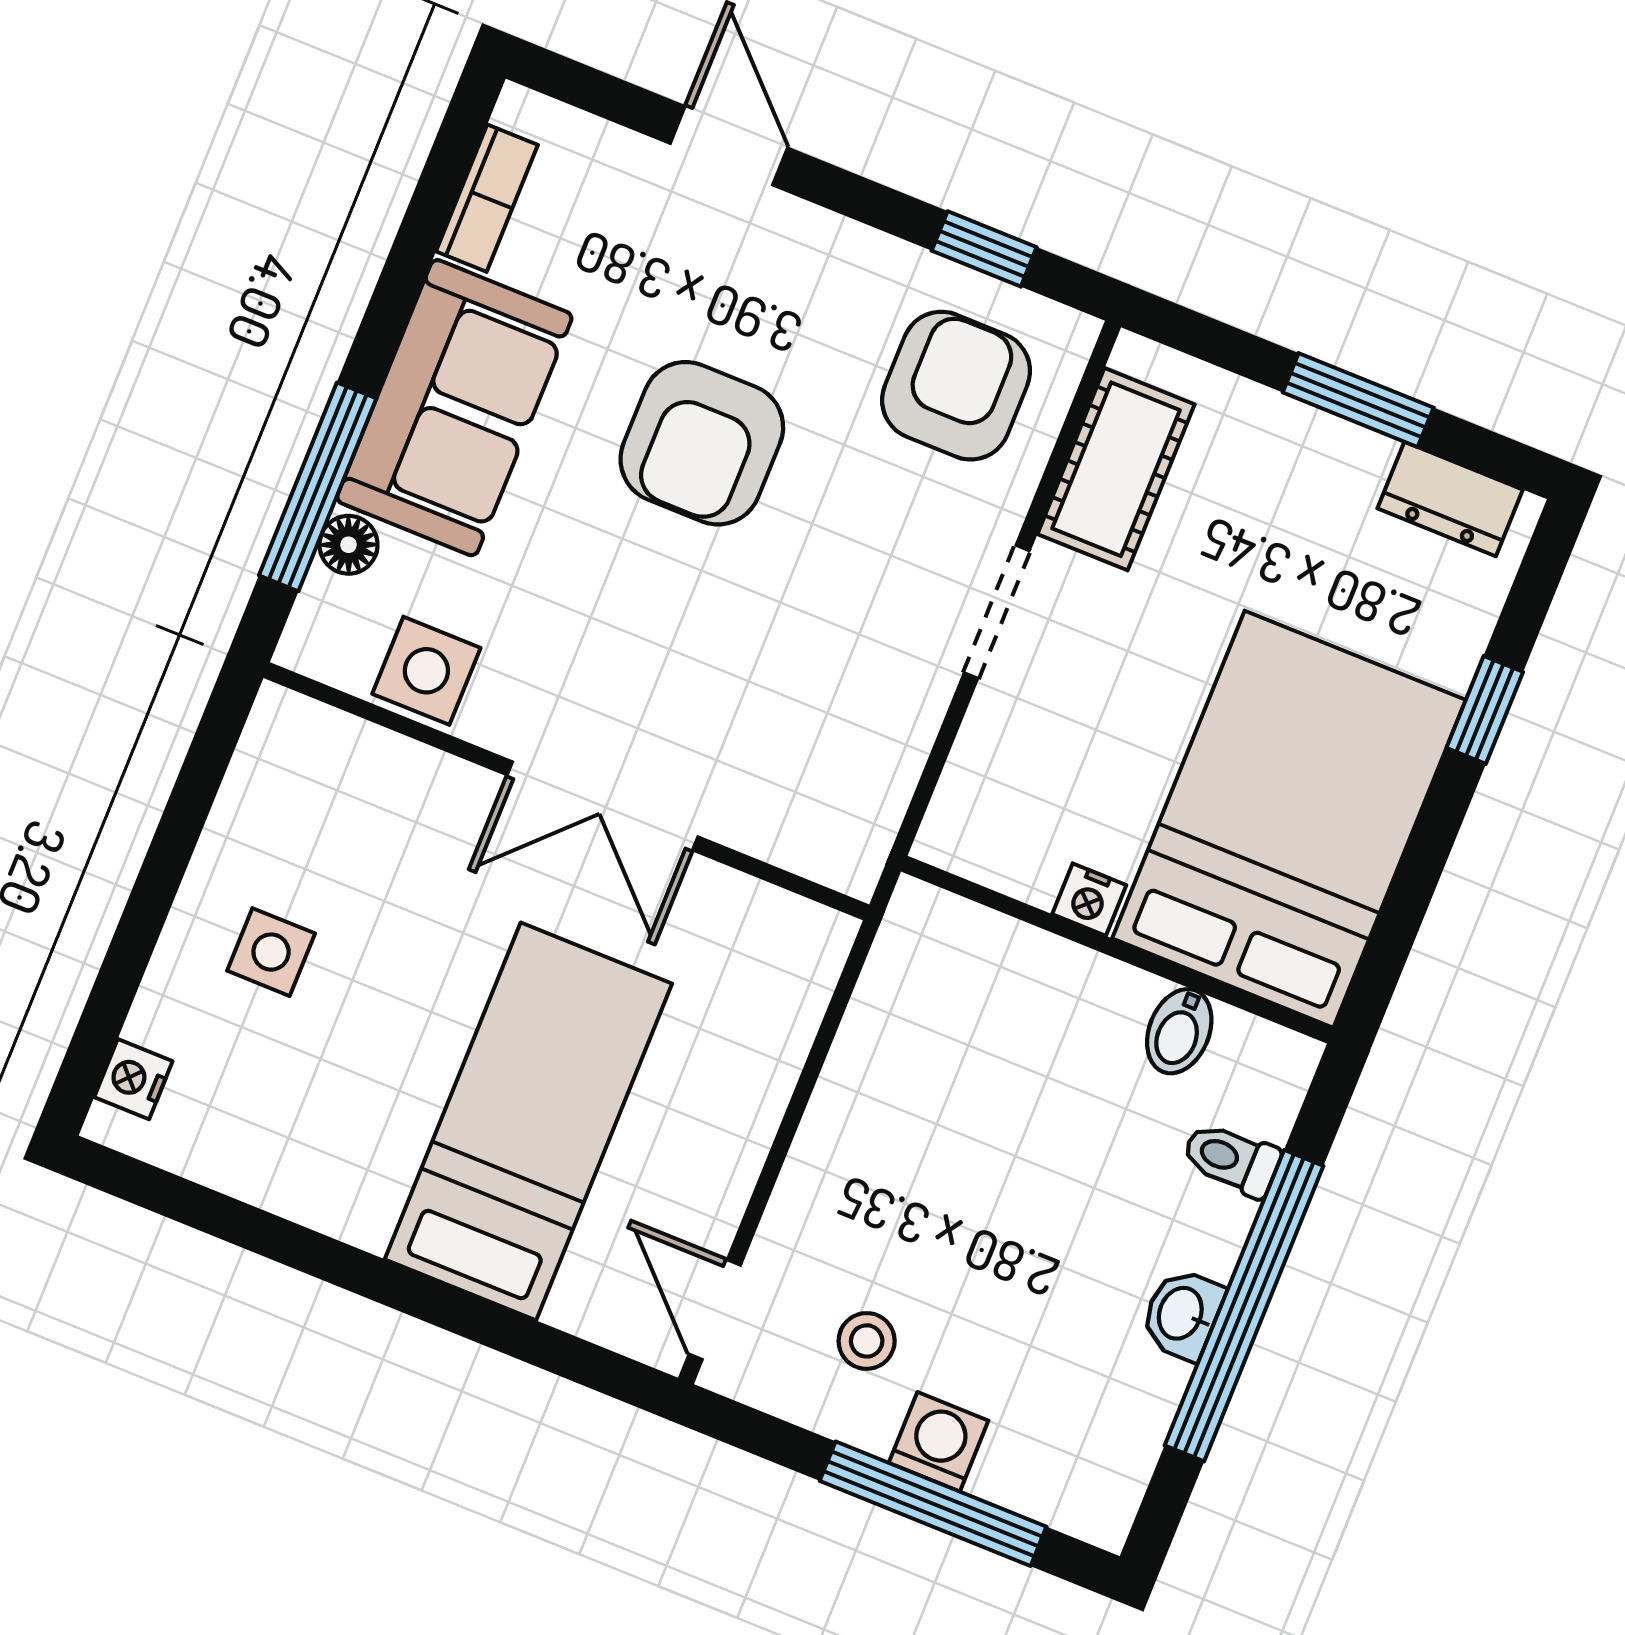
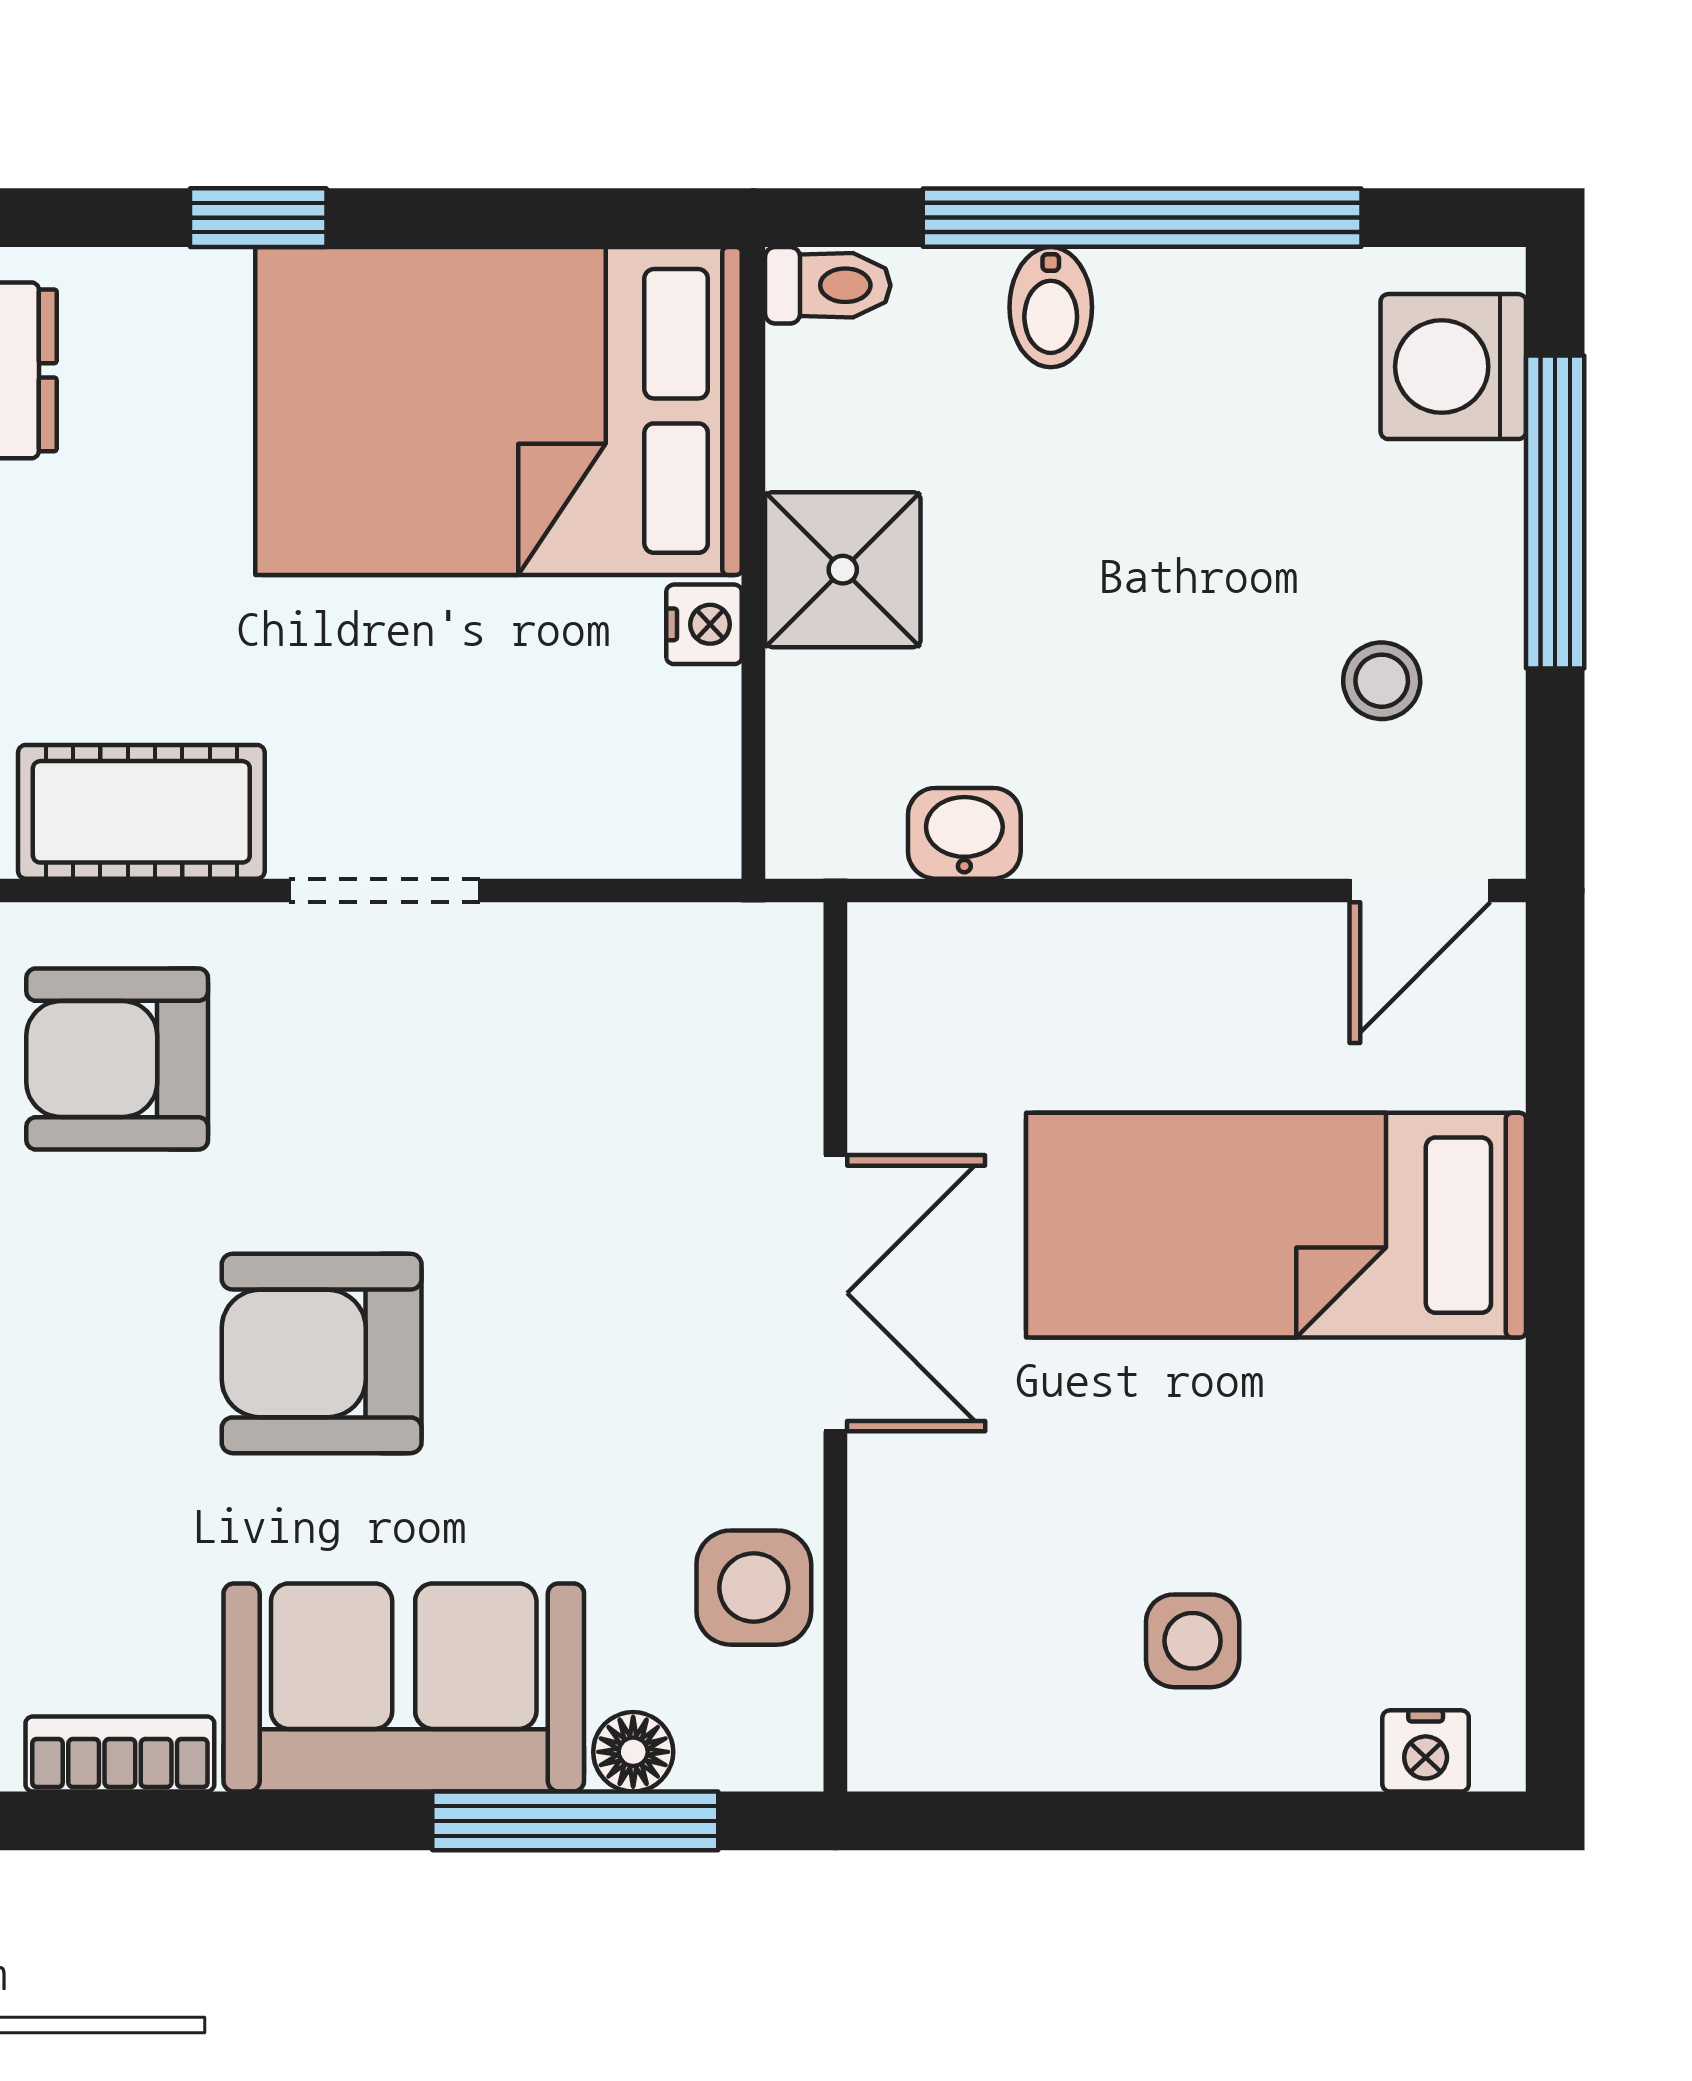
armchair: (702, 443) -> (322, 1353), turned 180
shower: (1088, 1008) -> (843, 570), added
bidet: (1179, 1031) -> (1051, 307), moved, turned 90
toilet: (1231, 1159) -> (828, 285), moved, turned -90
washbasin: (1182, 1314) -> (964, 833), moved, turned 180
washing machine: (939, 1442) -> (1453, 367), moved, width x1.38, depth x1.38

